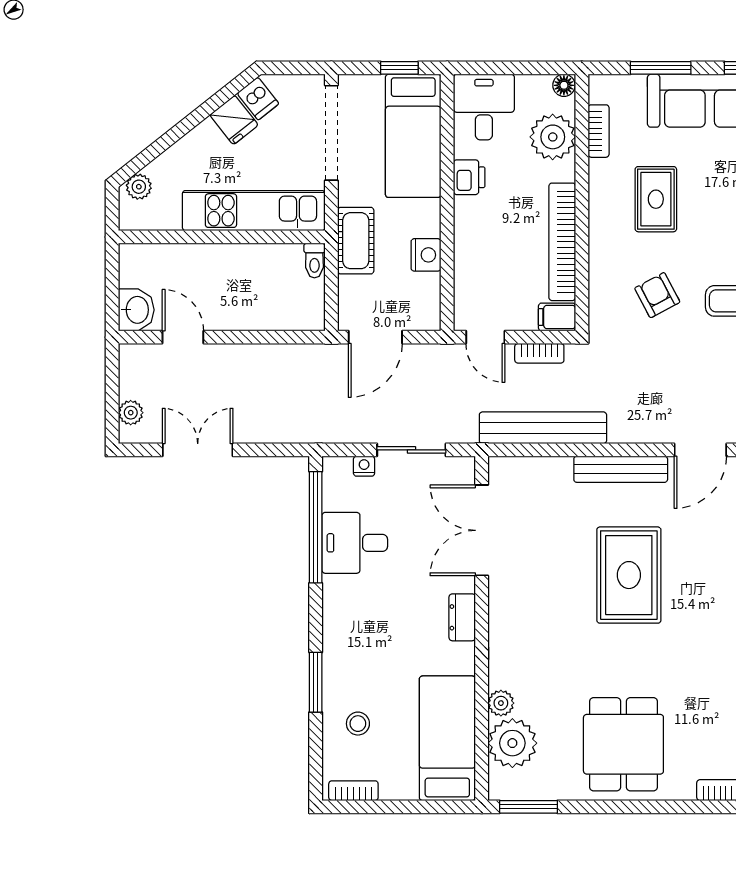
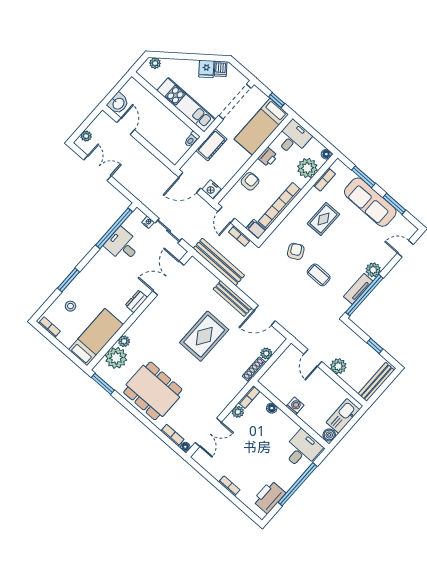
armchair: (476, 245) -> (250, 181), added
nightstand: (426, 255) -> (211, 189), moved, turned 90
dining table: (623, 744) -> (153, 391), width x1.37

